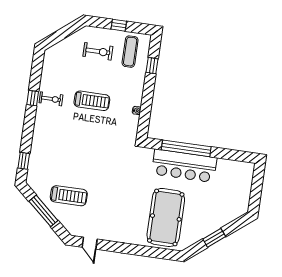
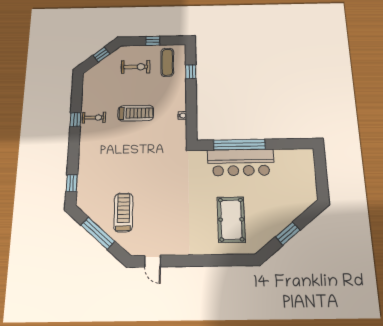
window: (65, 32) -> (101, 55), added
treadmill: (69, 196) -> (123, 212), turned -90
pool table: (166, 217) -> (231, 220), width x0.73, depth x0.76

